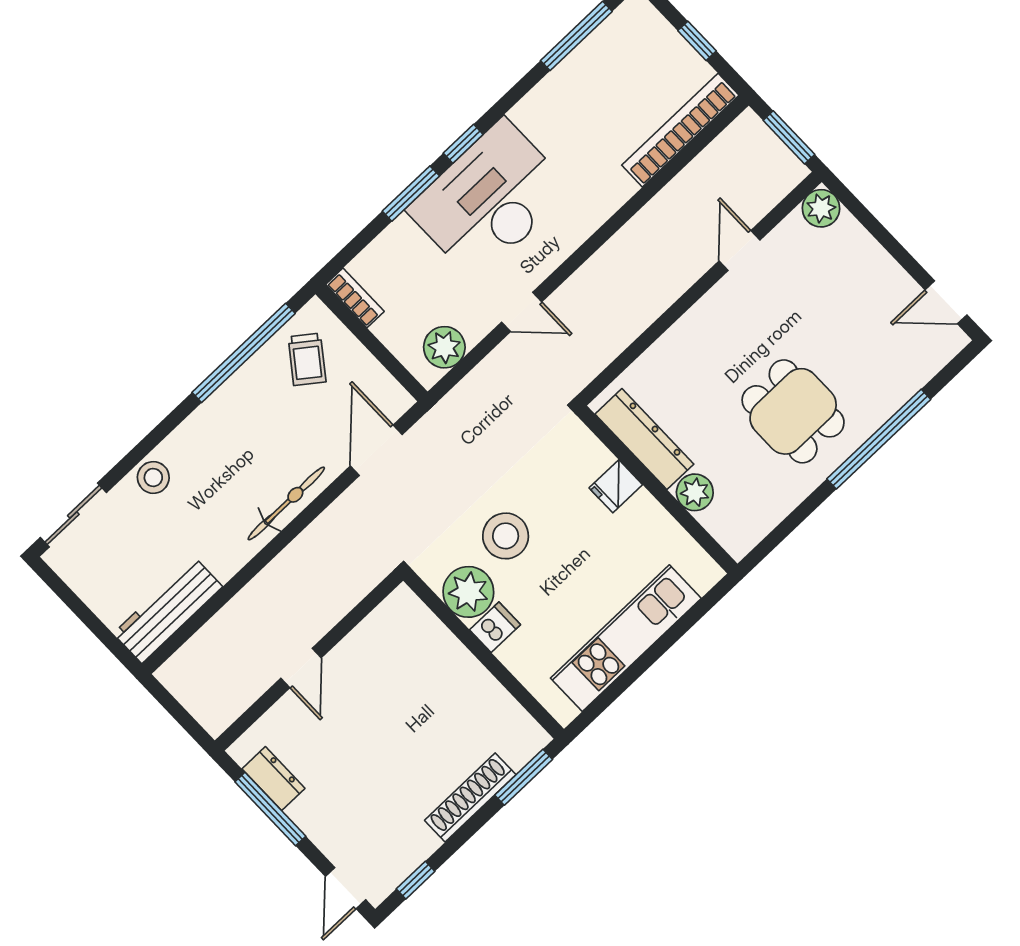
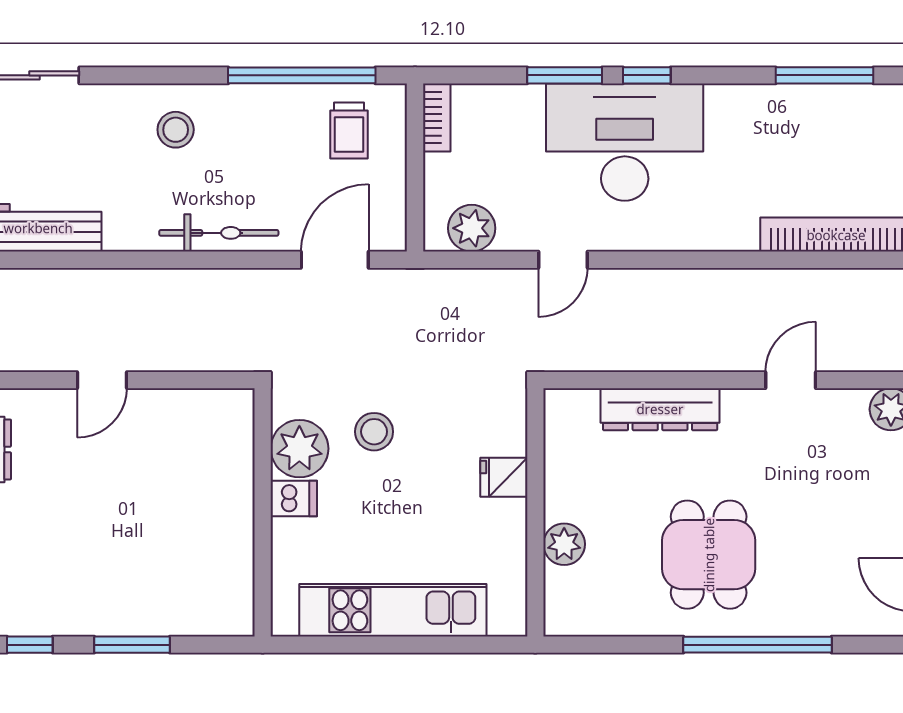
door: (522, 312) -> (563, 260), hinge flipped
trolley: (307, 359) -> (349, 131), turned -37
dresser: (644, 439) -> (660, 409), moved, turned 90
stool: (153, 477) -> (176, 130), moved
stool: (506, 536) -> (374, 432), width x0.73, depth x0.73
window: (524, 777) -> (132, 645), moved
shoe rack: (470, 798) -> (140, 619), removed

